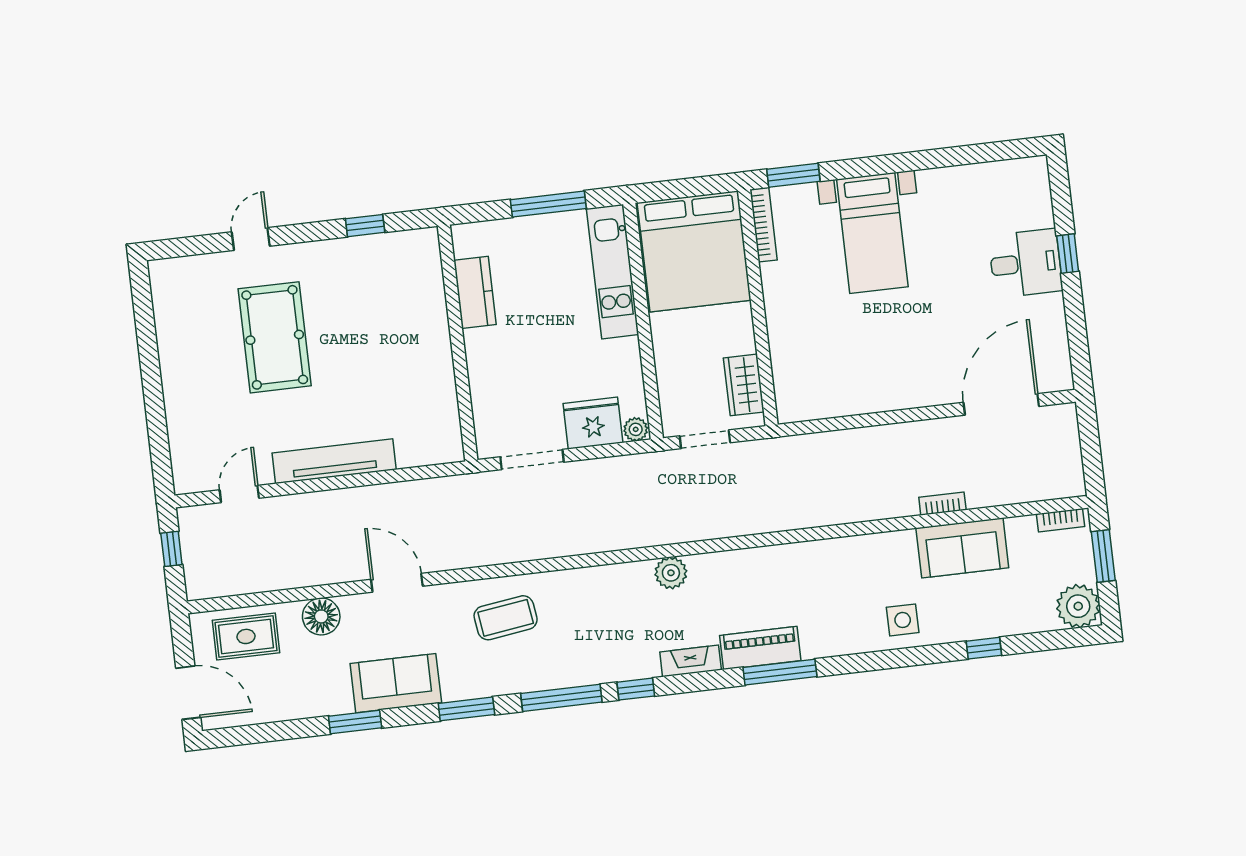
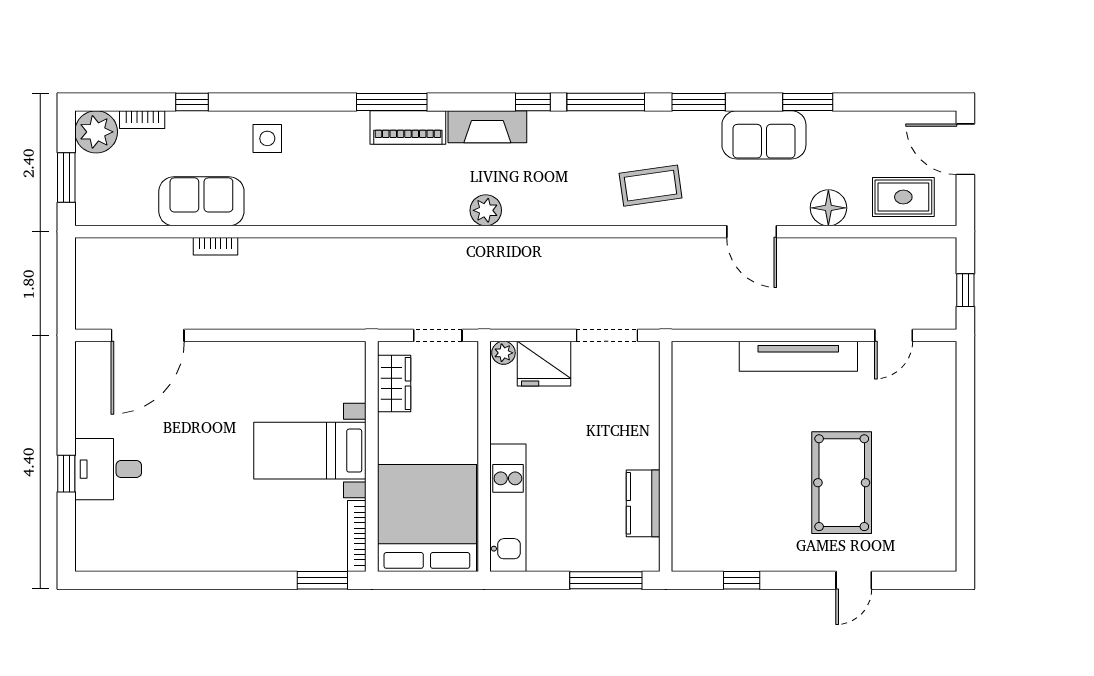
window: (548, 204) -> (606, 580), moved
bed with nightstands: (872, 233) -> (310, 451), moved, turned -90
bookcase: (1061, 520) -> (142, 120), moved, turned 180
fireplace: (691, 661) -> (487, 127), width x1.37, depth x1.32

